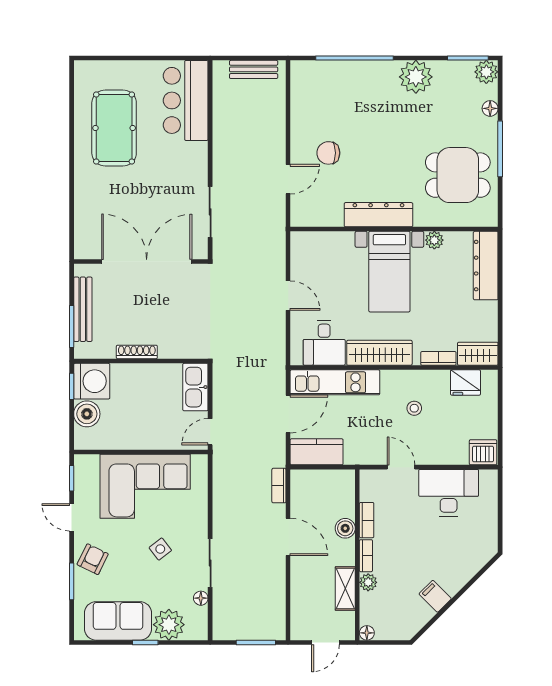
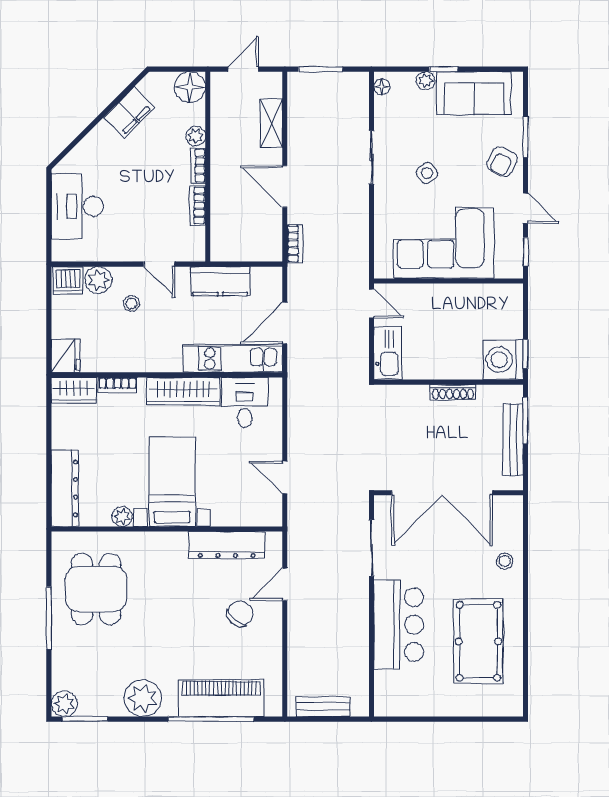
piano: (345, 77) -> (221, 698), added
bar counter: (186, 100) -> (399, 625), moved
floor lamp: (490, 108) -> (60, 663), removed
chair: (328, 153) -> (240, 614), turned -49
dining table: (458, 175) -> (96, 589), turned 90
stool: (90, 200) -> (505, 561), added
dresser: (378, 215) -> (227, 545), moved
door: (288, 296) -> (285, 478), moved
fridge: (466, 383) -> (66, 356), moved, turned 90
stool: (414, 408) -> (132, 303), moved
boiler: (87, 414) -> (509, 323), removed
door: (210, 432) -> (371, 303), hinge flipped
kitchen counter: (317, 452) -> (220, 281), moved
plant: (456, 453) -> (98, 280), added
desk: (449, 493) -> (77, 206), moved, turned 90
boiler: (345, 528) -> (221, 196), removed
shelving: (345, 589) -> (271, 123), moved
filing cabinet: (435, 596) -> (129, 113), width x2.00
floor lamp: (201, 598) -> (382, 87), moved
plant: (169, 625) -> (426, 81), width x0.53, depth x0.53
floor lamp: (367, 633) -> (190, 87), width x1.89, depth x1.89

